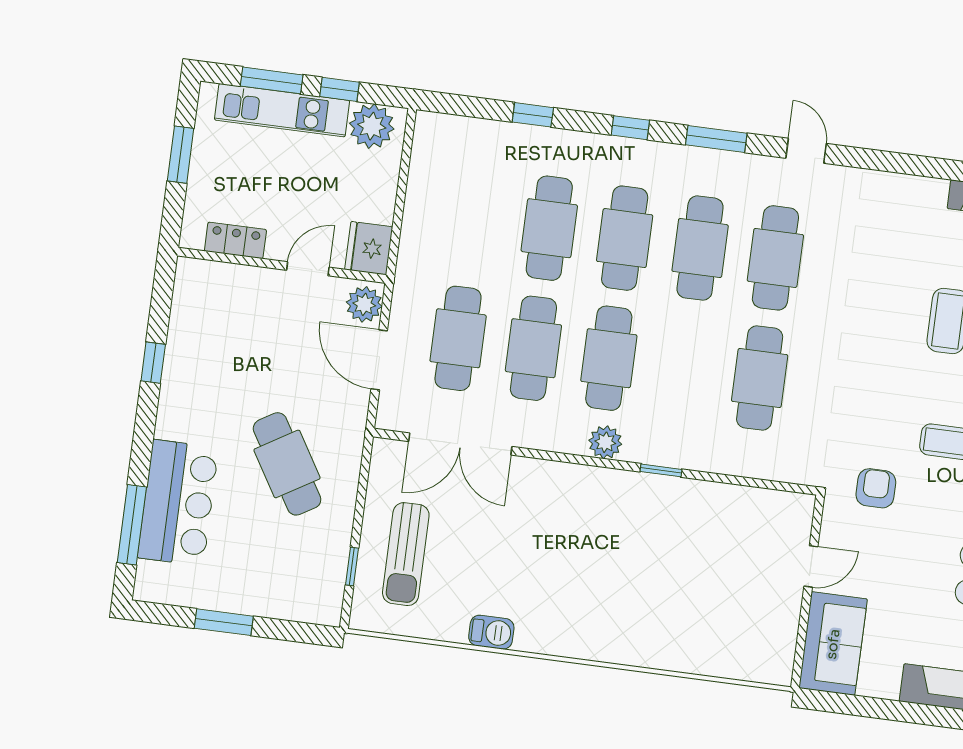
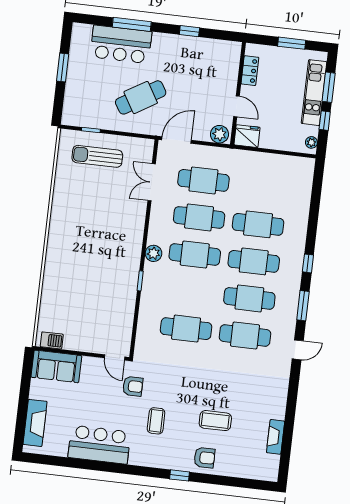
window: (533, 115) -> (314, 216), removed
plant: (372, 126) -> (311, 142), width x0.53, depth x0.53
door: (379, 360) -> (177, 140), moved
double door: (460, 444) -> (152, 182), width x0.73
window: (132, 525) -> (132, 24), moved
door: (811, 566) -> (115, 357), moved
barbecue: (491, 632) -> (52, 340), moved, turned -90

